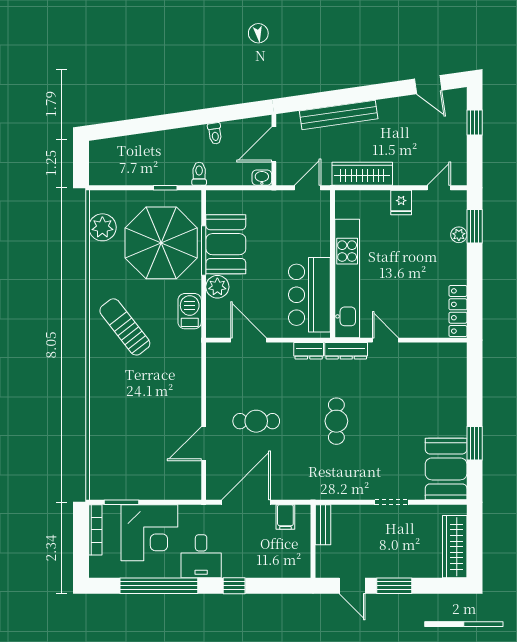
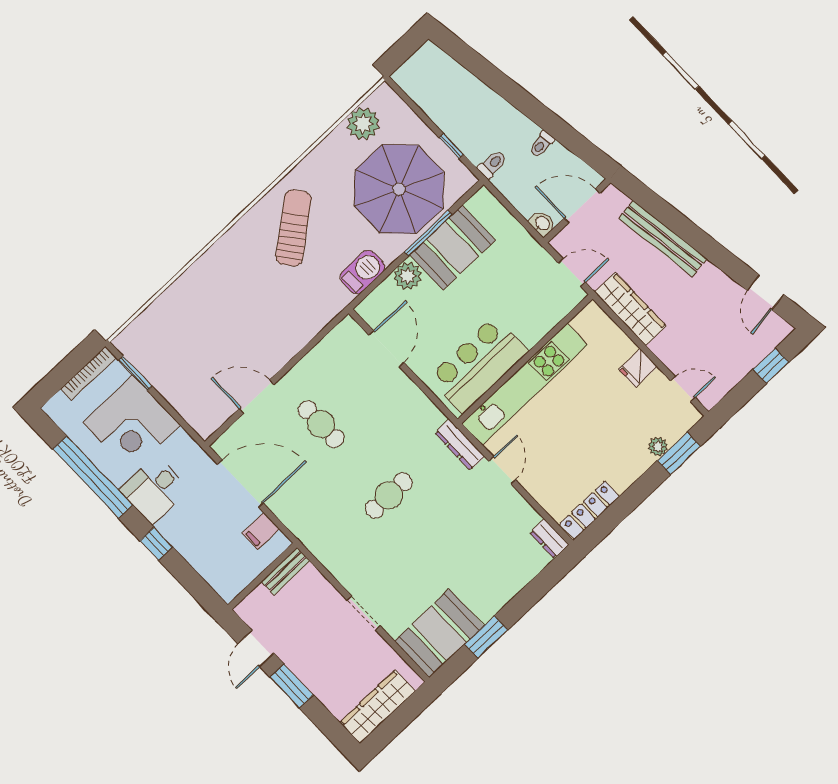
dresser: (309, 351) -> (549, 539), moved

